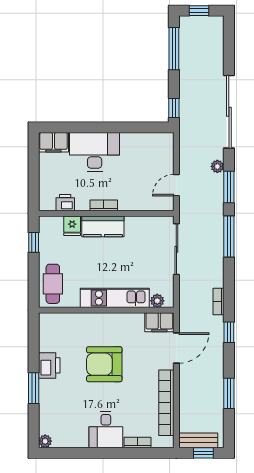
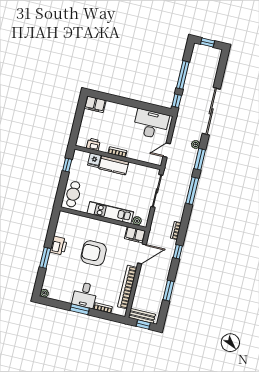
window: (174, 49) -> (183, 75), moved
desk: (95, 152) -> (151, 124), moved
window: (103, 453) -> (80, 309), added

